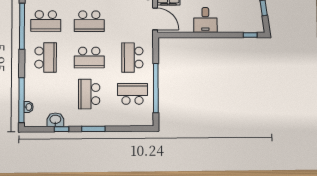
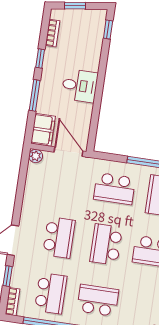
door: (155, 19) -> (68, 152), hinge flipped
school desk: (89, 58) -> (106, 244), turned 180

